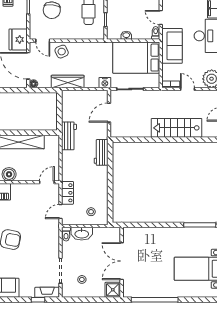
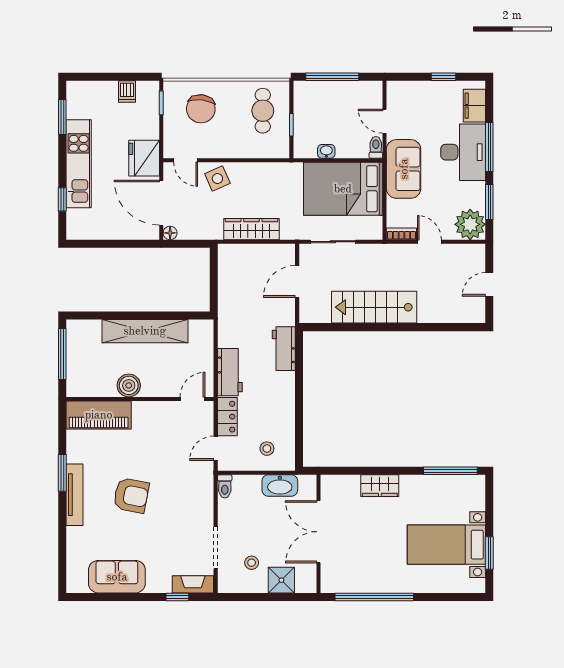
wardrobe: (68, 82) -> (251, 229), moved
nightstand: (105, 83) -> (290, 231), removed
stairs: (177, 128) -> (374, 307), moved
workbench: (69, 136) -> (230, 372), moved
washbasin: (82, 234) -> (280, 486), moved
wardrobe: (158, 234) -> (380, 486), added
shower: (113, 290) -> (281, 580), moved

